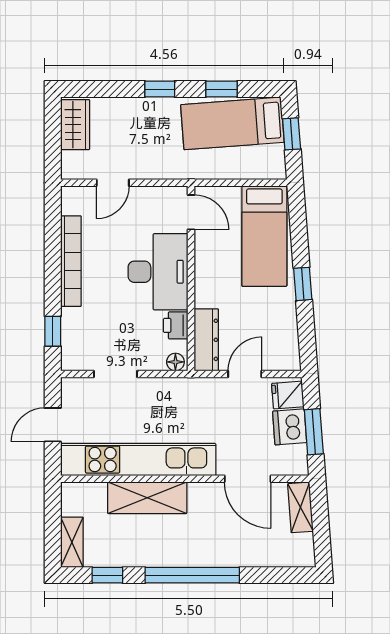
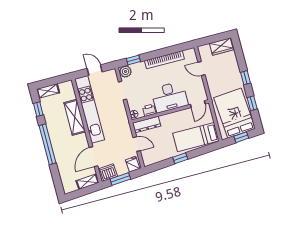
bed: (232, 123) -> (235, 113), width x1.50
plant: (74, 356) -> (126, 72), added
dishwasher: (290, 427) -> (108, 172), moved

